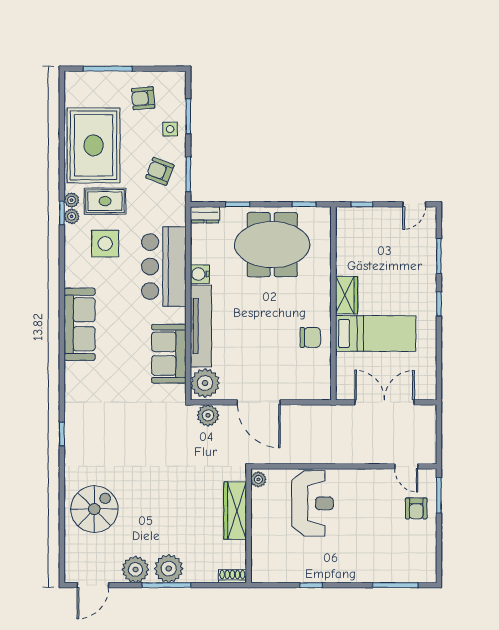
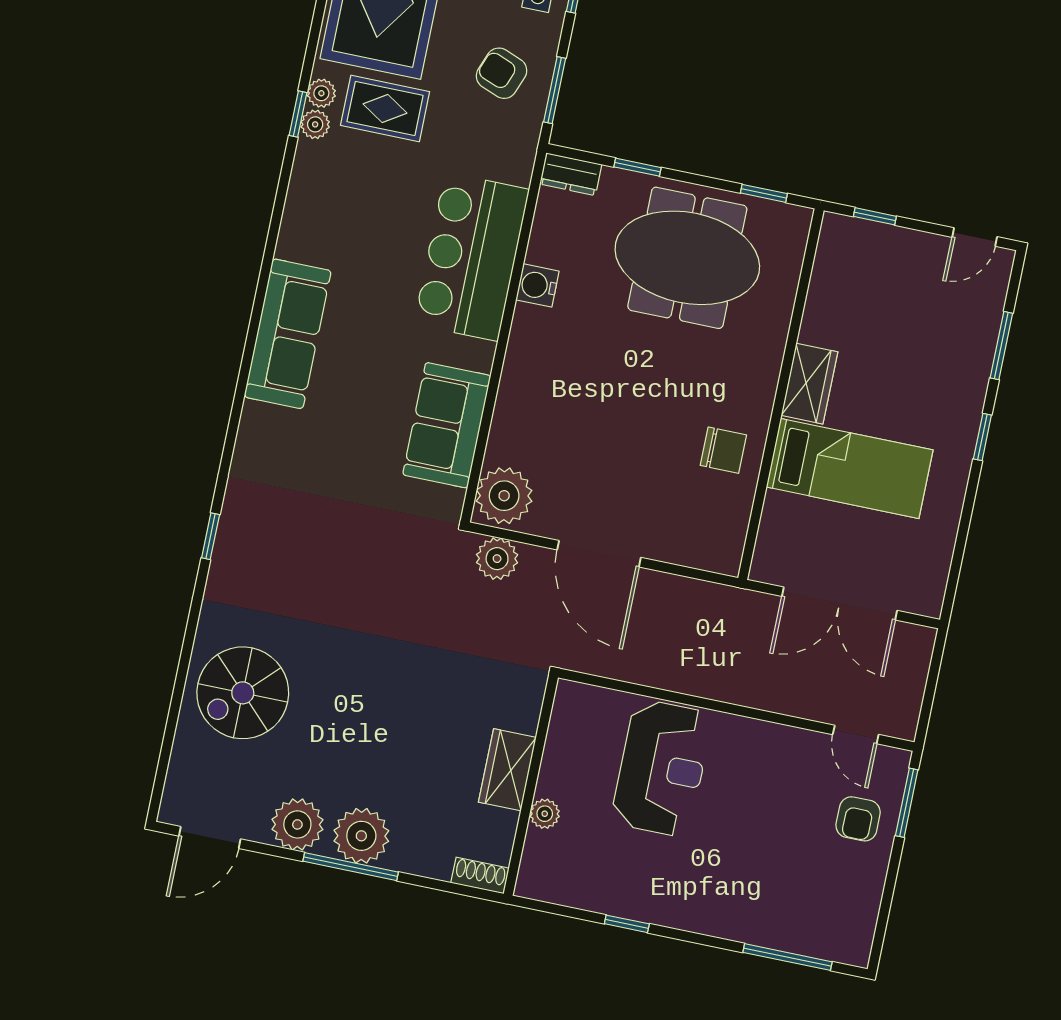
side table: (105, 244) -> (369, 190), removed
tv unit: (201, 326) -> (519, 385), removed
double door: (385, 402) -> (840, 603), swing flipped
plant: (258, 479) -> (545, 814), moved
spiral stairs: (94, 509) -> (243, 693), turned 180
wardrobe: (235, 511) -> (507, 770), width x0.67

